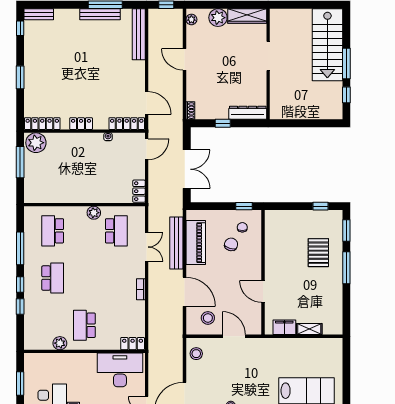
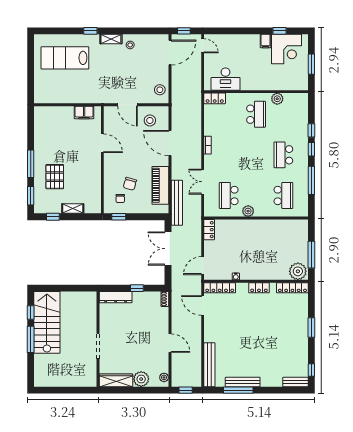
stairs: (327, 45) -> (47, 322), moved
bench: (176, 243) -> (177, 203), moved
shelving: (309, 329) -> (73, 209), moved
desk: (120, 370) -> (226, 79), width x0.73, depth x0.77

